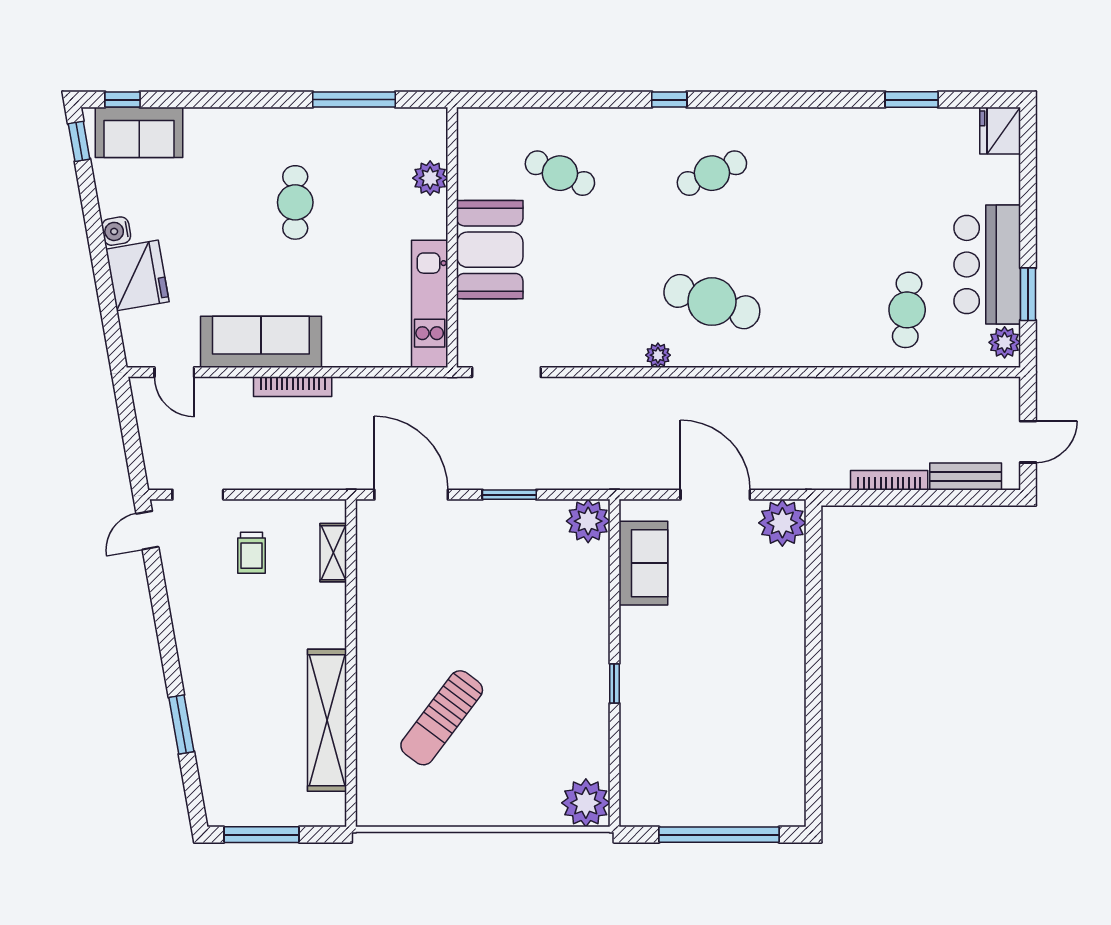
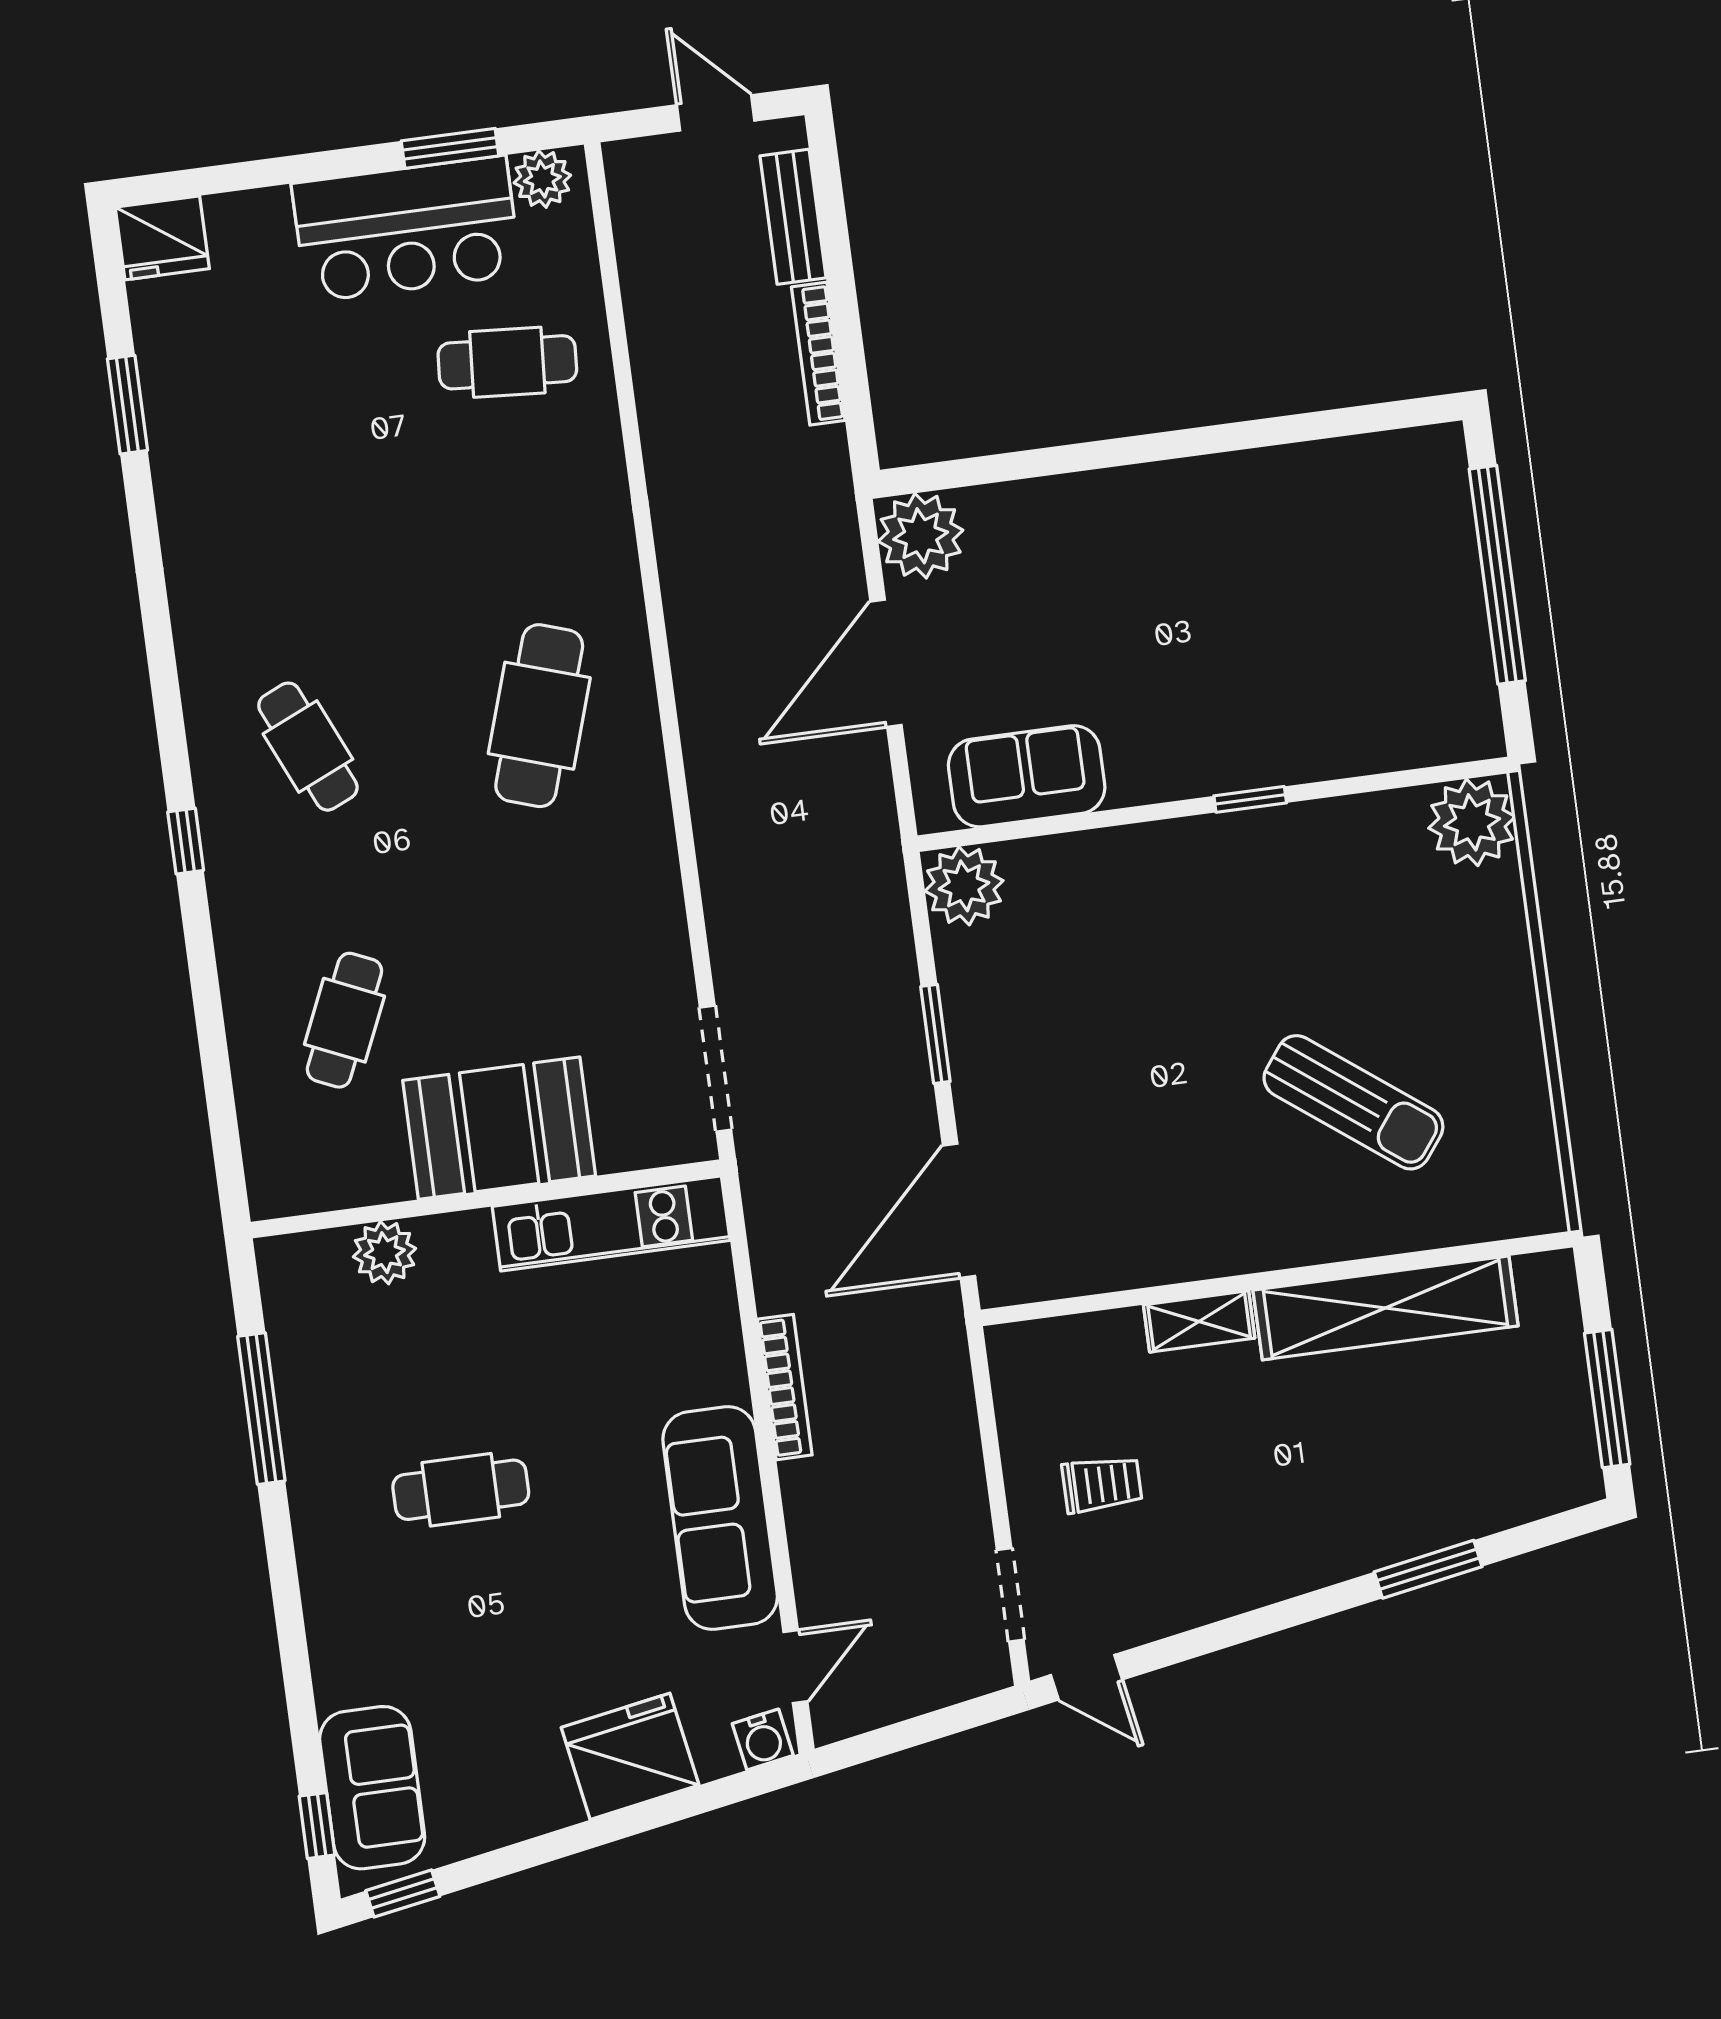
water cooler: (116, 231) -> (763, 1740), moved
plant: (658, 355) -> (649, 800), removed
bookcase: (293, 387) -> (785, 1387), moved
shelving: (333, 553) -> (1199, 1321), moved

